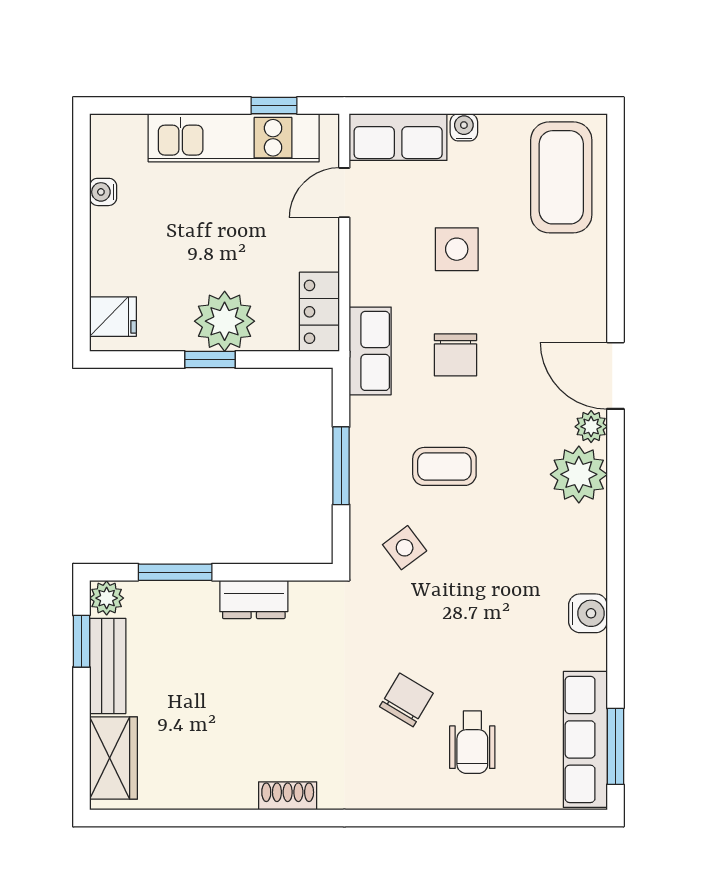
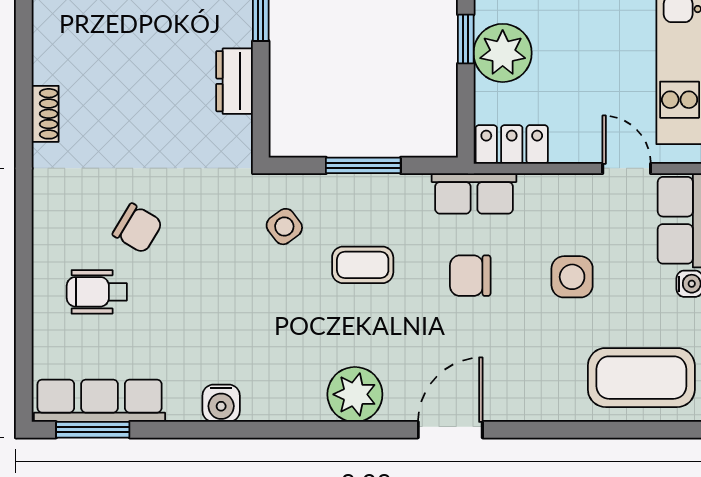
plant: (591, 427) -> (401, 406), removed
coffee table: (444, 466) -> (363, 265), turned 90

